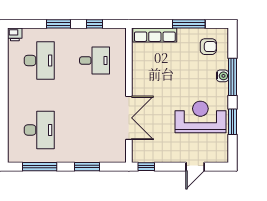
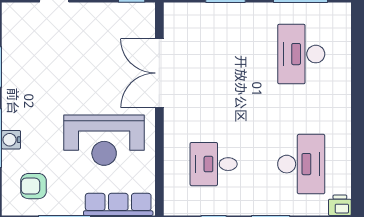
desk: (39, 61) -> (301, 164), turned 180
reception desk: (200, 117) -> (104, 140), moved

